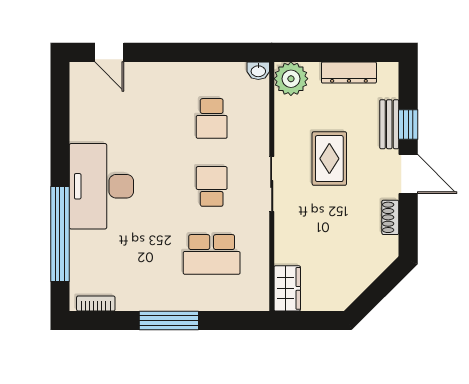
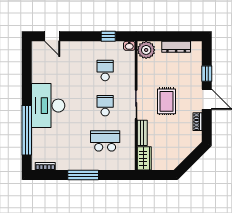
window: (218, 52) -> (108, 36), added
school desk: (212, 118) -> (105, 71), turned 180
bench: (389, 124) -> (142, 133), moved
rug: (329, 159) -> (167, 101), moved
school desk: (212, 254) -> (105, 141), turned 180

